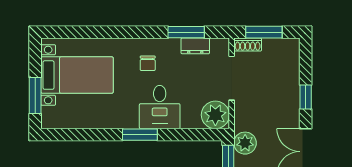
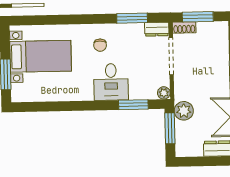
dresser: (195, 46) -> (157, 29), moved
plant: (215, 115) -> (164, 93), width x0.53, depth x0.53
window: (140, 135) -> (133, 105), moved

